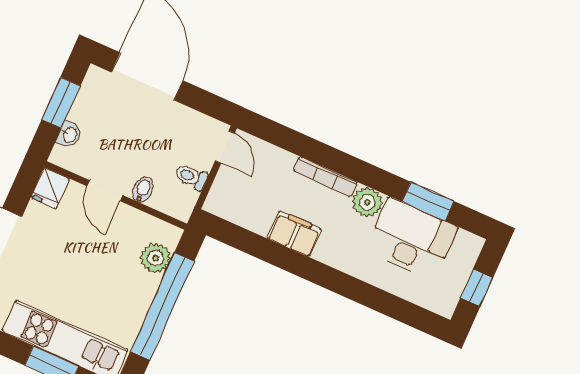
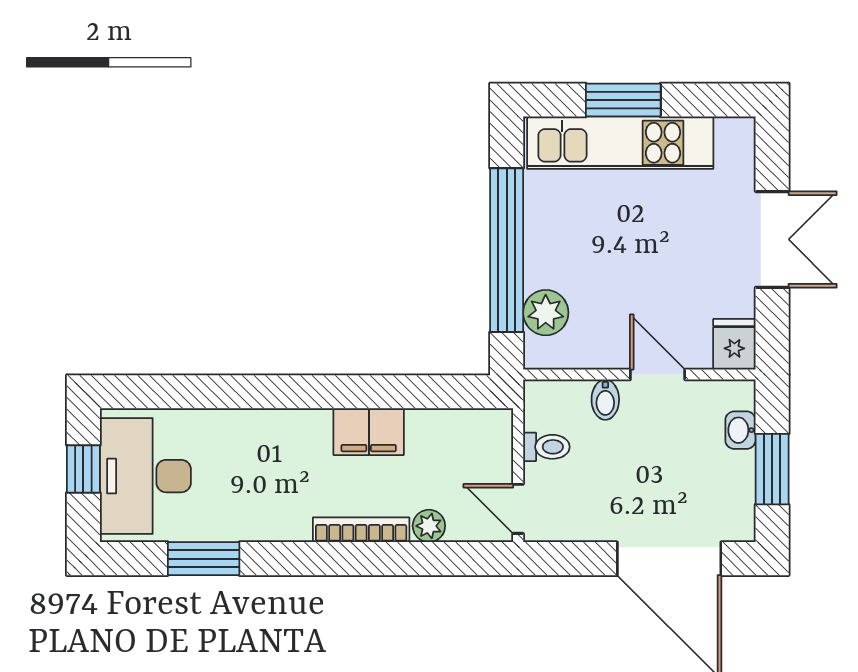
plant: (367, 202) -> (429, 526), moved, width x0.73, depth x0.73
desk: (411, 239) -> (145, 476), moved, turned 90

